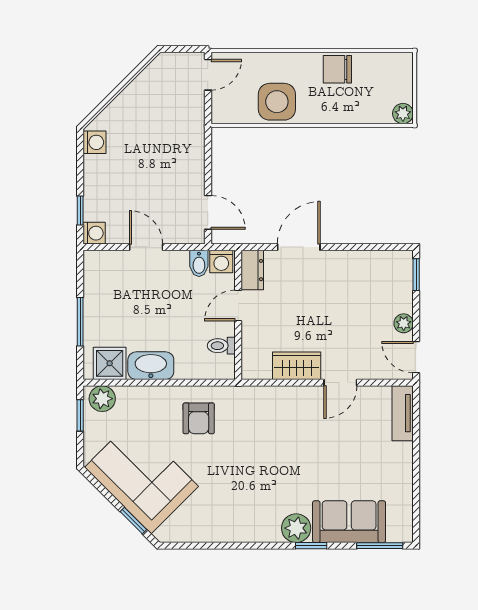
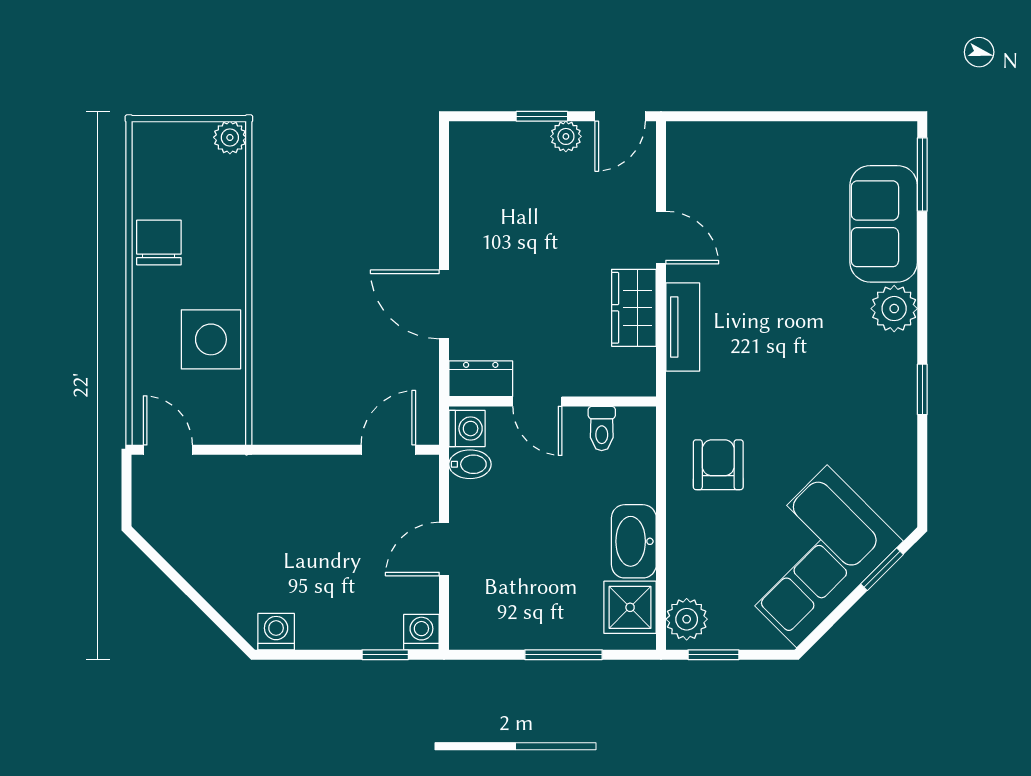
chair: (337, 69) -> (159, 242), turned 180
window: (416, 275) -> (542, 116), moved
tv unit: (403, 413) -> (683, 327), moved, turned -90
armchair: (199, 418) -> (718, 465), turned -90
window: (311, 546) -> (922, 389), moved

